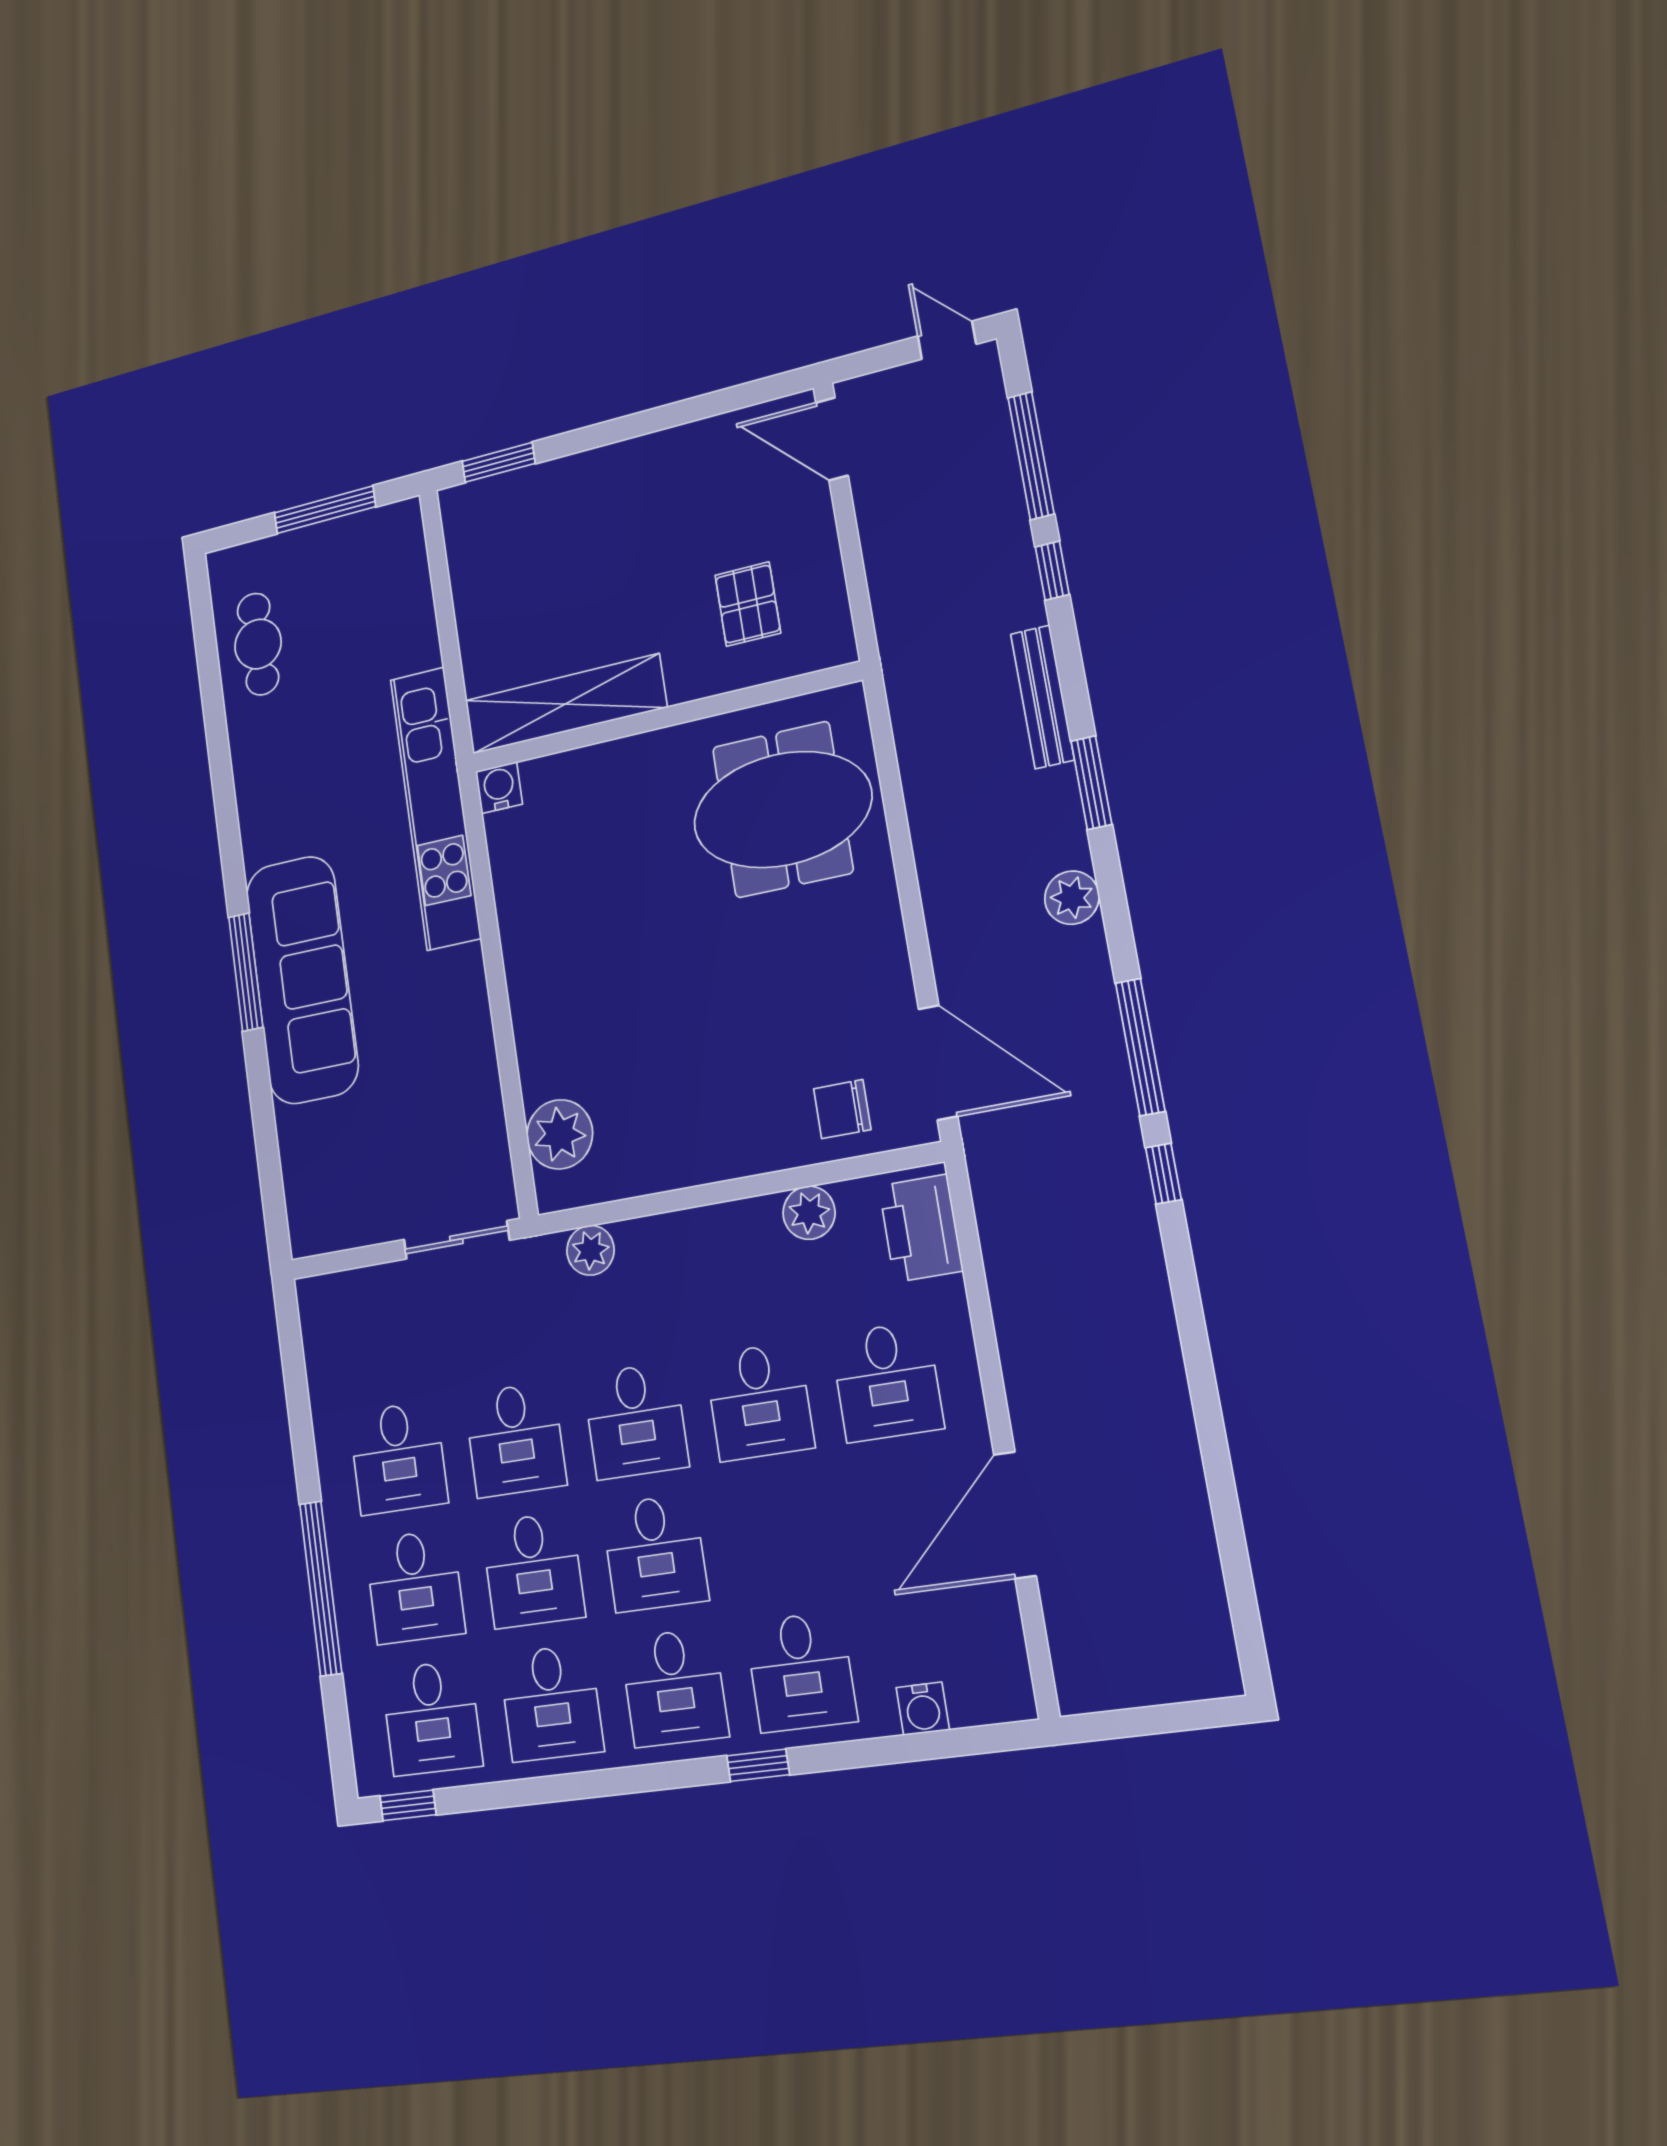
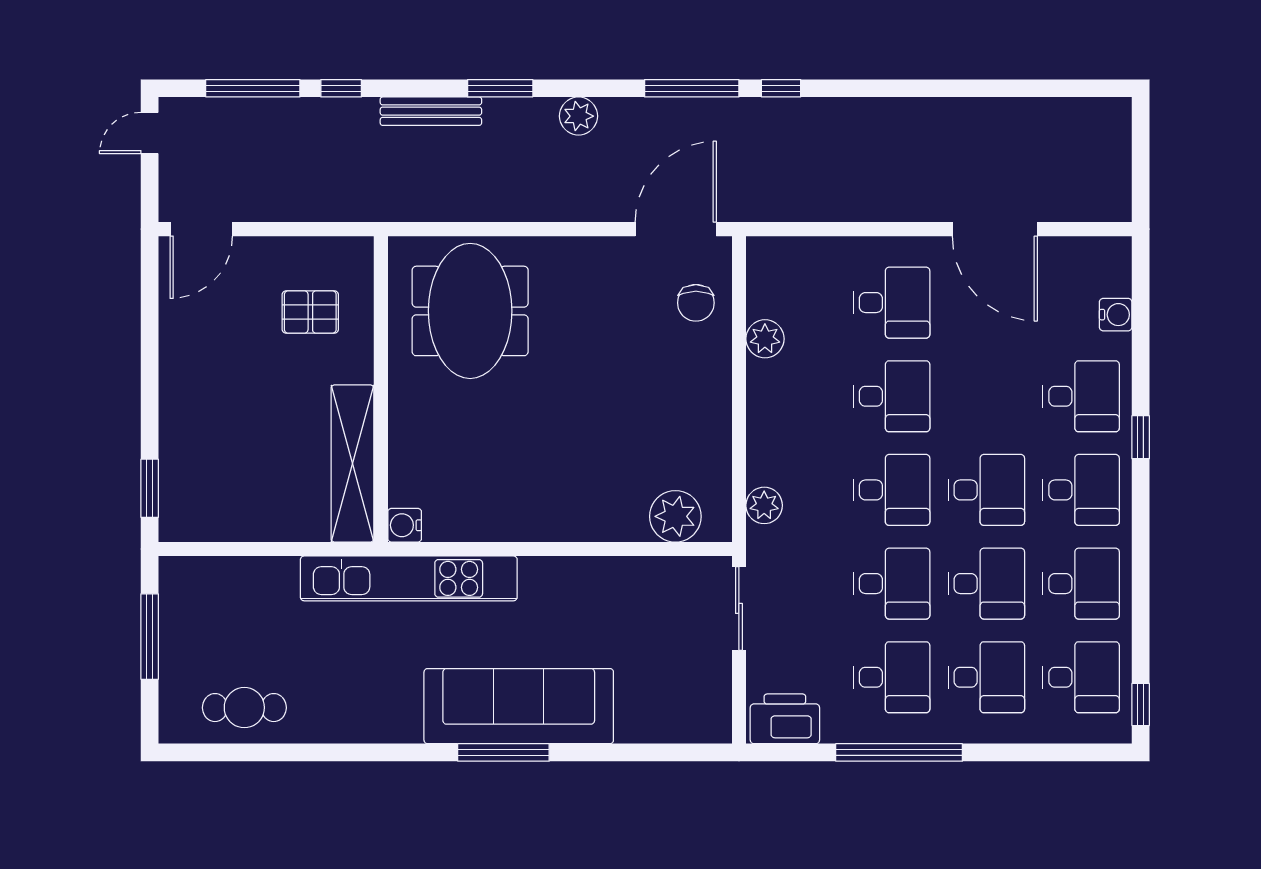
printer: (921, 1228) -> (785, 719), moved, turned 180
window: (321, 1588) -> (899, 752), moved

